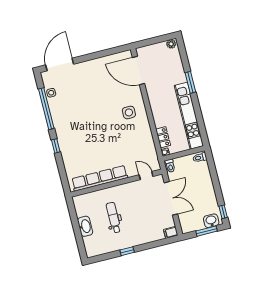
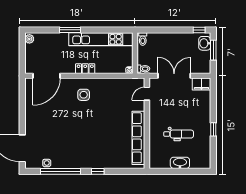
locker: (163, 137) -> (85, 69), moved
dental chair: (114, 218) -> (179, 134), turned 180
filing cabinet: (171, 232) -> (201, 84), width x2.00

